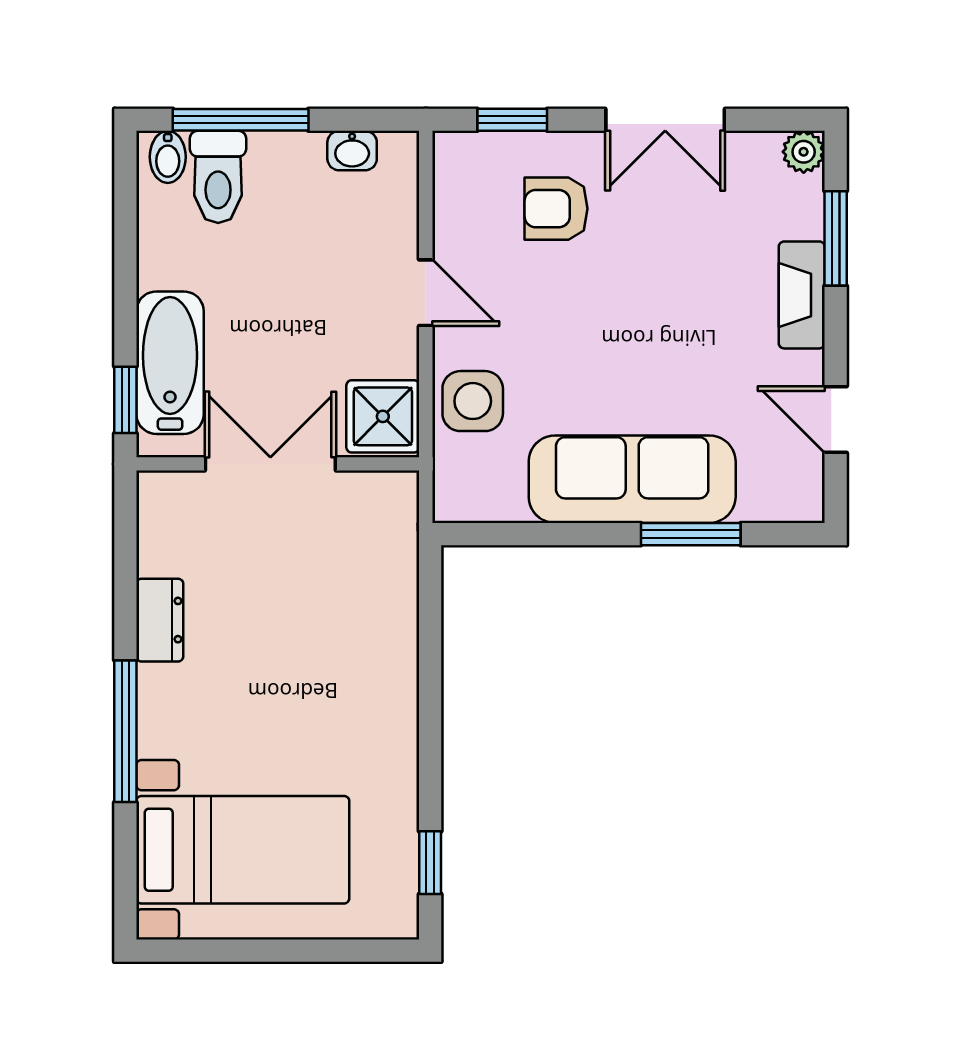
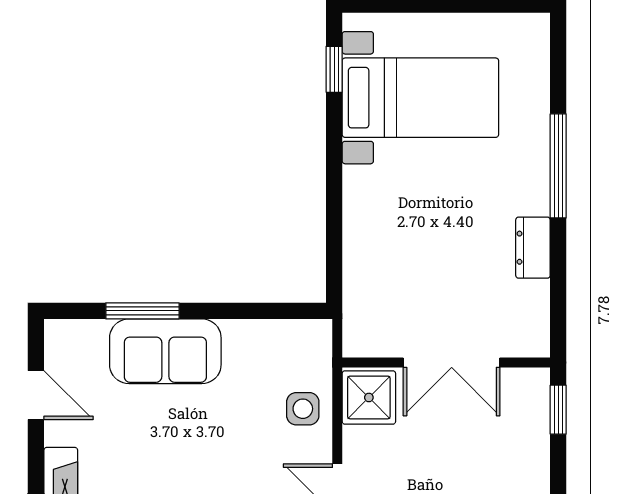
bathtub: (170, 363) -> (525, 437), removed
side table: (473, 401) -> (303, 409), width x0.73, depth x0.73
sofa: (632, 479) -> (165, 351), width x0.73
bed with nightstands: (243, 850) -> (420, 98), moved, turned 180

